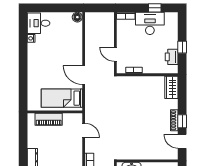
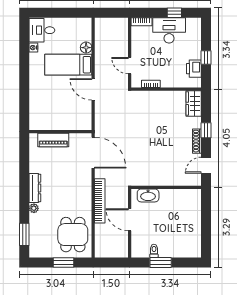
floor lamp: (77, 17) -> (86, 48), moved
bed: (62, 98) -> (68, 65), moved
window: (182, 121) -> (206, 130), moved
door: (84, 130) -> (93, 153), width x1.88
door: (182, 141) -> (206, 165), hinge flipped

